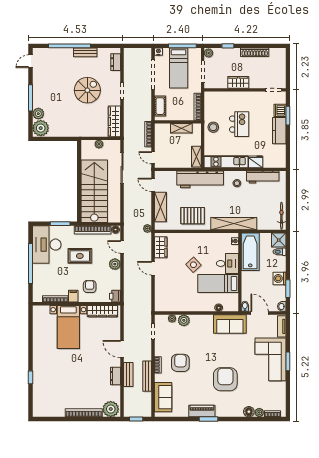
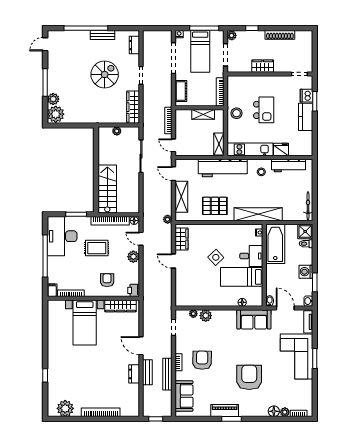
stairs: (94, 191) -> (107, 189), width x0.73, depth x0.66
filing cabinet: (73, 296) -> (52, 290), moved
plant: (111, 409) -> (65, 408), moved

